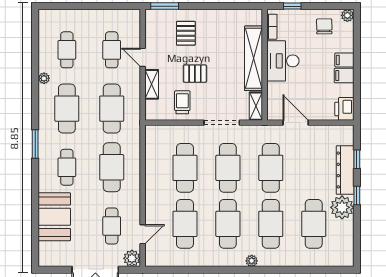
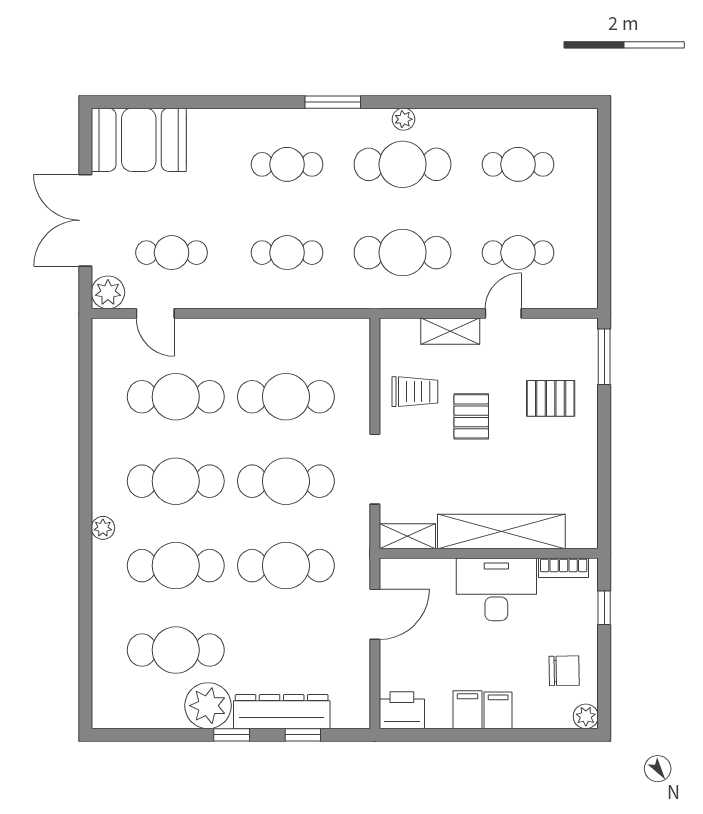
plant: (44, 78) -> (404, 119), moved
cafe table: (112, 167) -> (287, 253), width x0.73, depth x0.74
booth: (54, 217) -> (139, 140), moved

